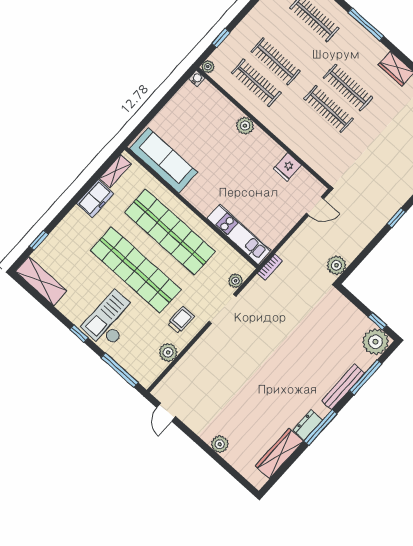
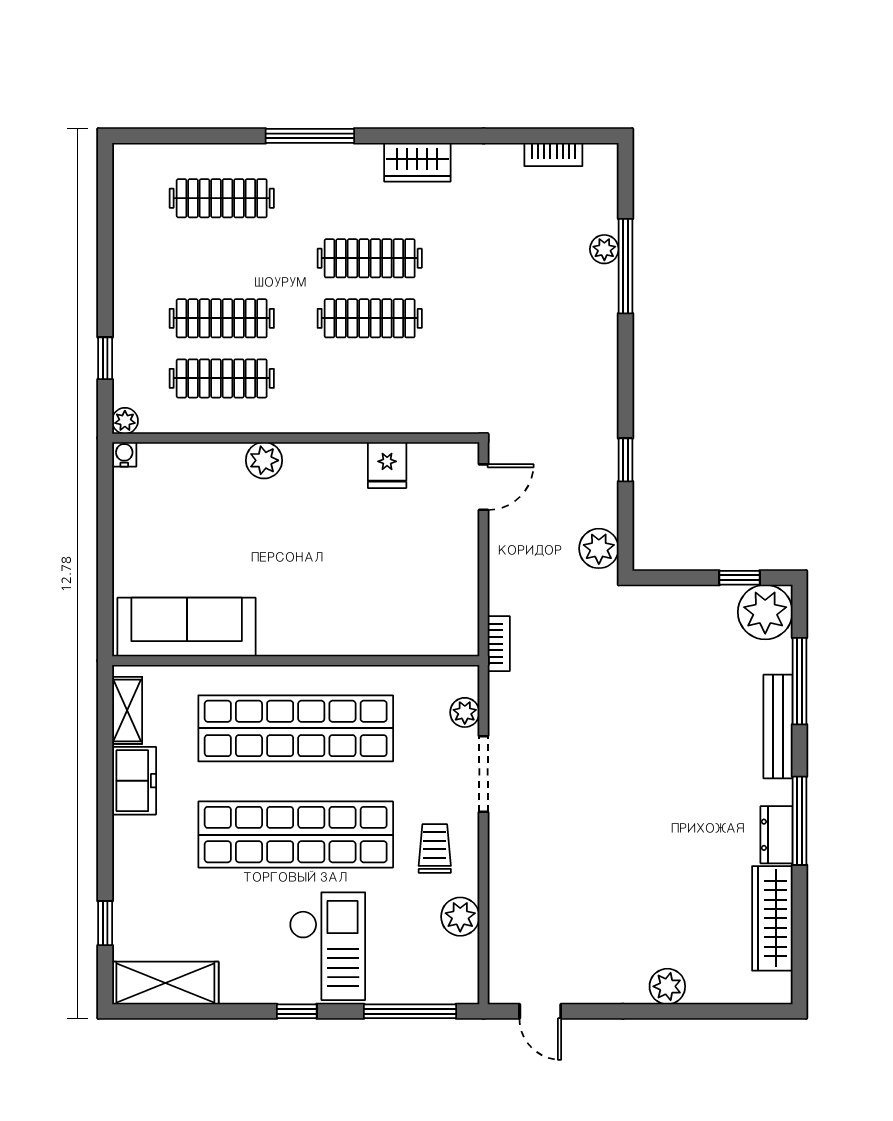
window: (396, 218) -> (626, 460), moved
kitchen unit: (239, 234) -> (405, 636), removed
checkout: (111, 320) -> (327, 946), turned 180

